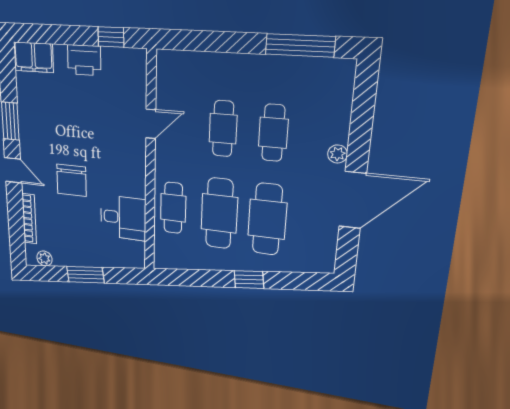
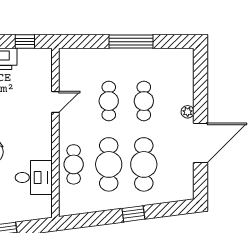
window: (300, 45) -> (131, 42), moved

